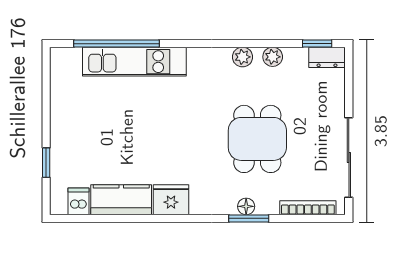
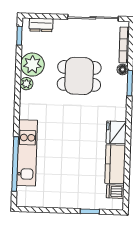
plant: (273, 57) -> (32, 65), width x1.87, depth x1.87
dresser: (327, 57) -> (41, 25), moved, turned 90
floor lamp: (246, 206) -> (123, 69), moved

